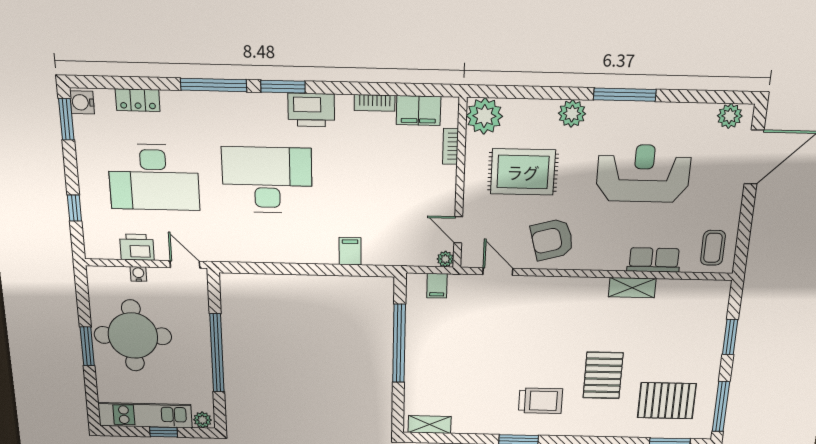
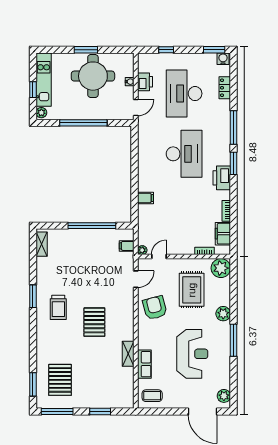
pallet: (603, 375) -> (94, 322), moved, turned 90

